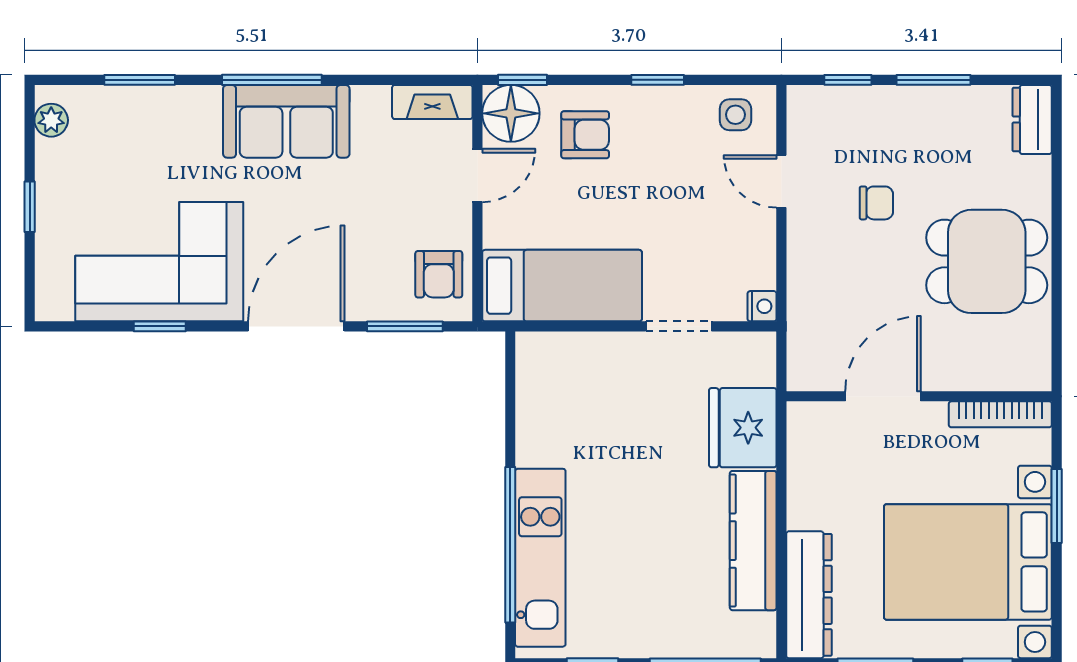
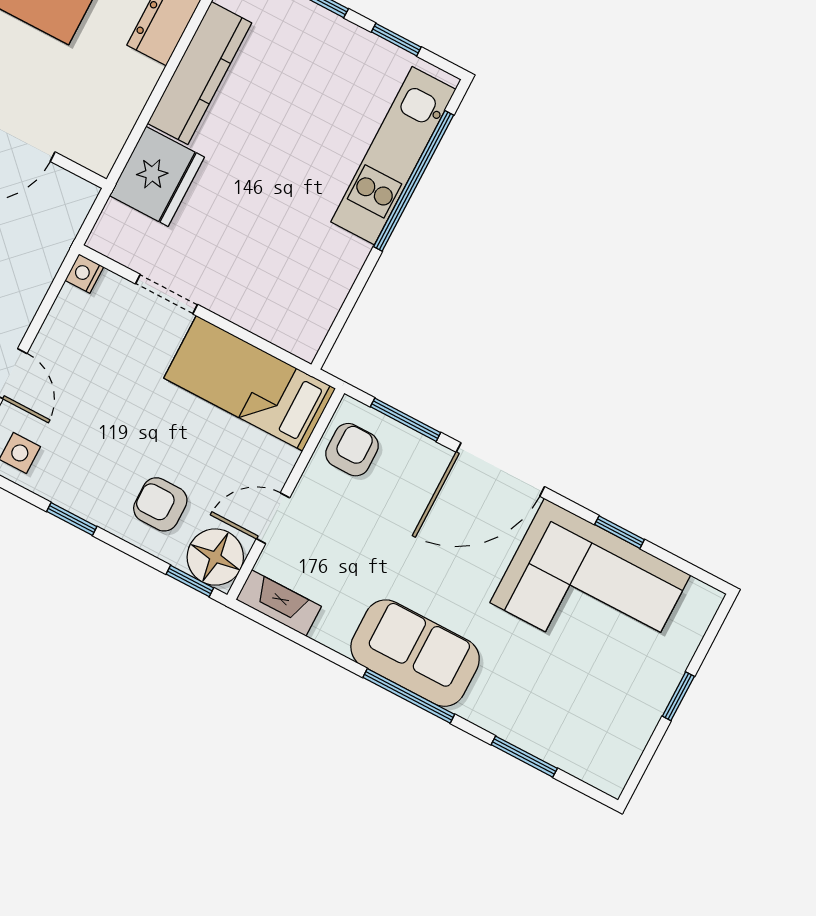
plant: (51, 120) -> (620, 762), removed

